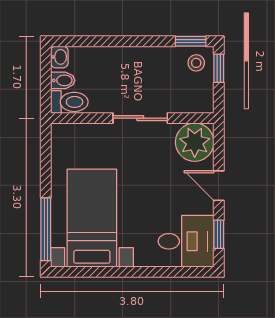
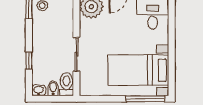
window: (107, 41) -> (29, 61), added
sliding door: (140, 118) -> (76, 54), moved

